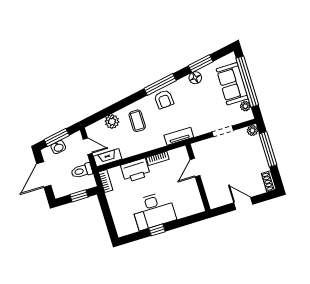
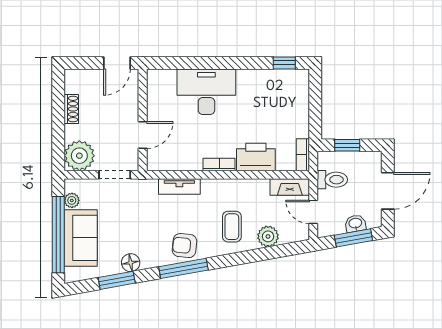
armchair: (164, 99) -> (184, 246), turned -80
plant: (252, 131) -> (79, 156), width x1.87, depth x1.87
window: (268, 149) -> (58, 129), removed
door: (195, 168) -> (143, 135), moved
wall: (198, 177) -> (143, 120), moved
shoe rack: (269, 181) -> (71, 109), moved
door: (243, 204) -> (117, 63), hinge flipped
desk: (154, 211) -> (206, 92), moved
window: (157, 230) -> (284, 63), moved

